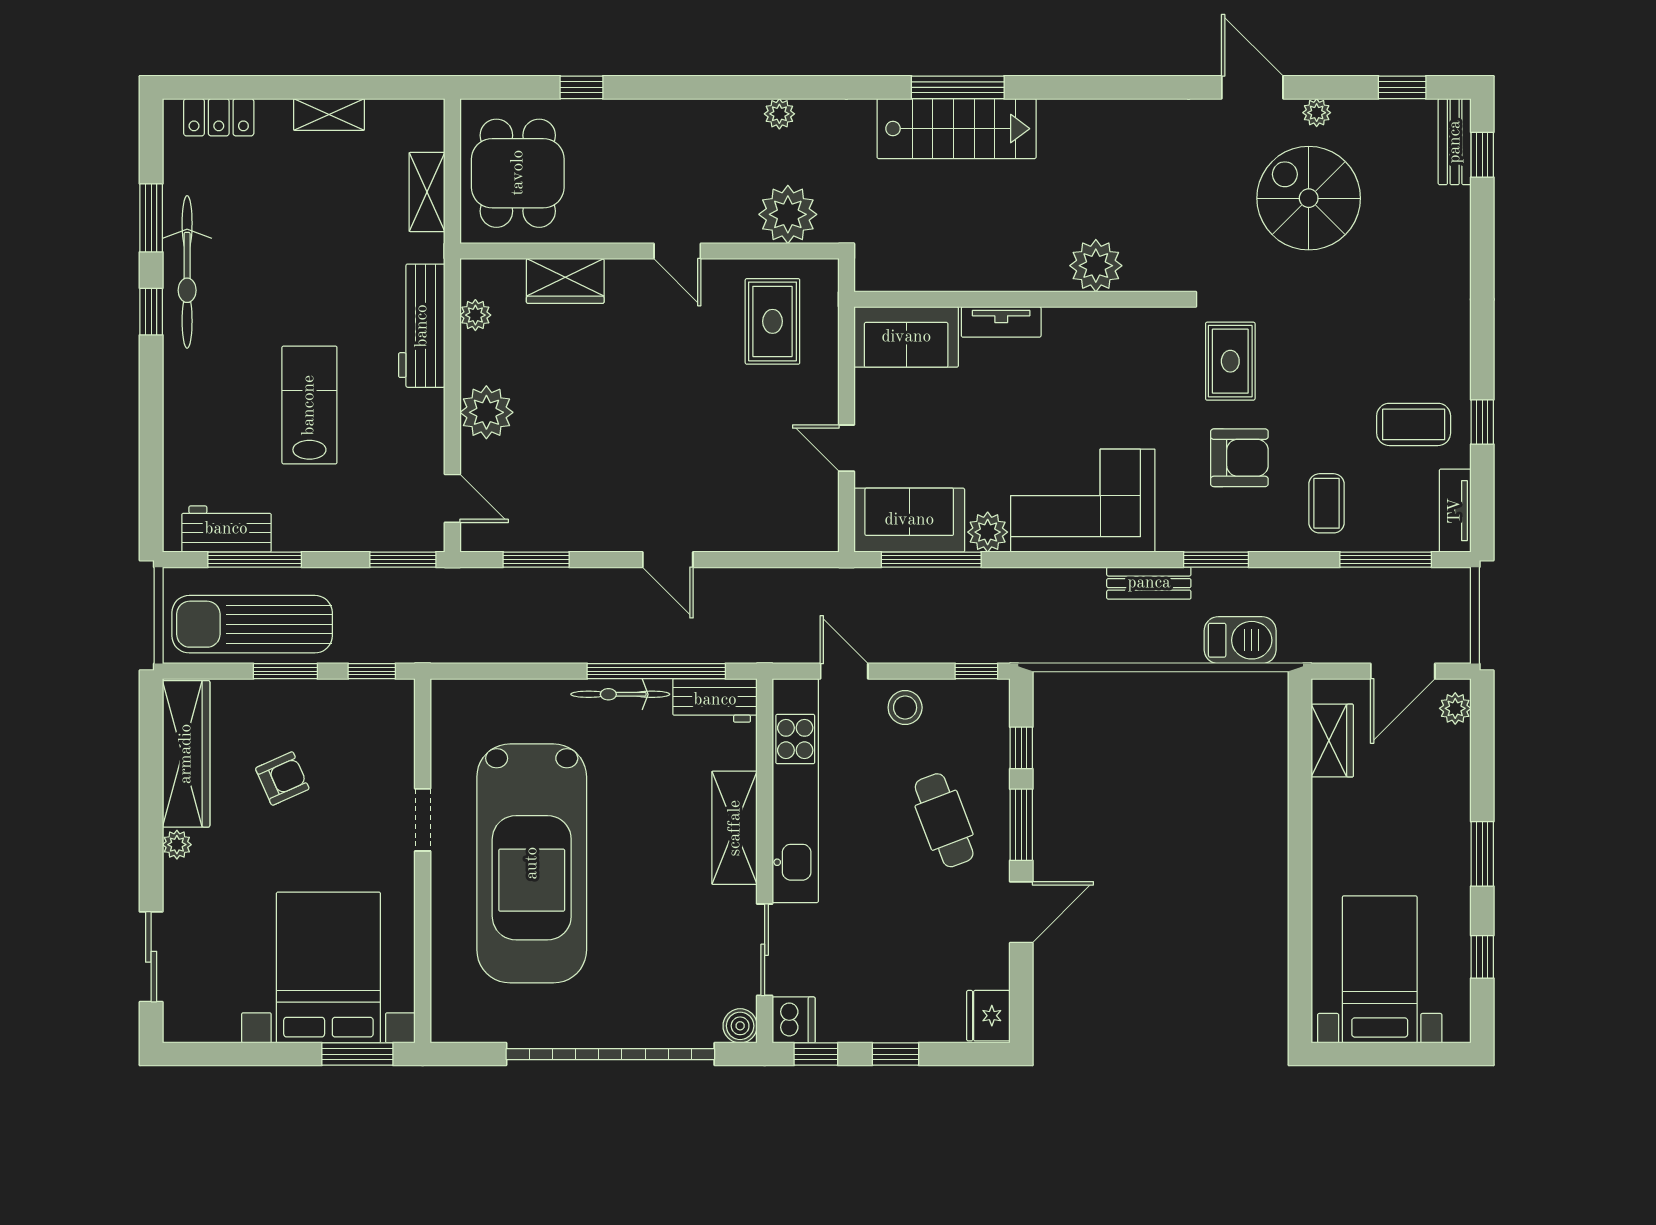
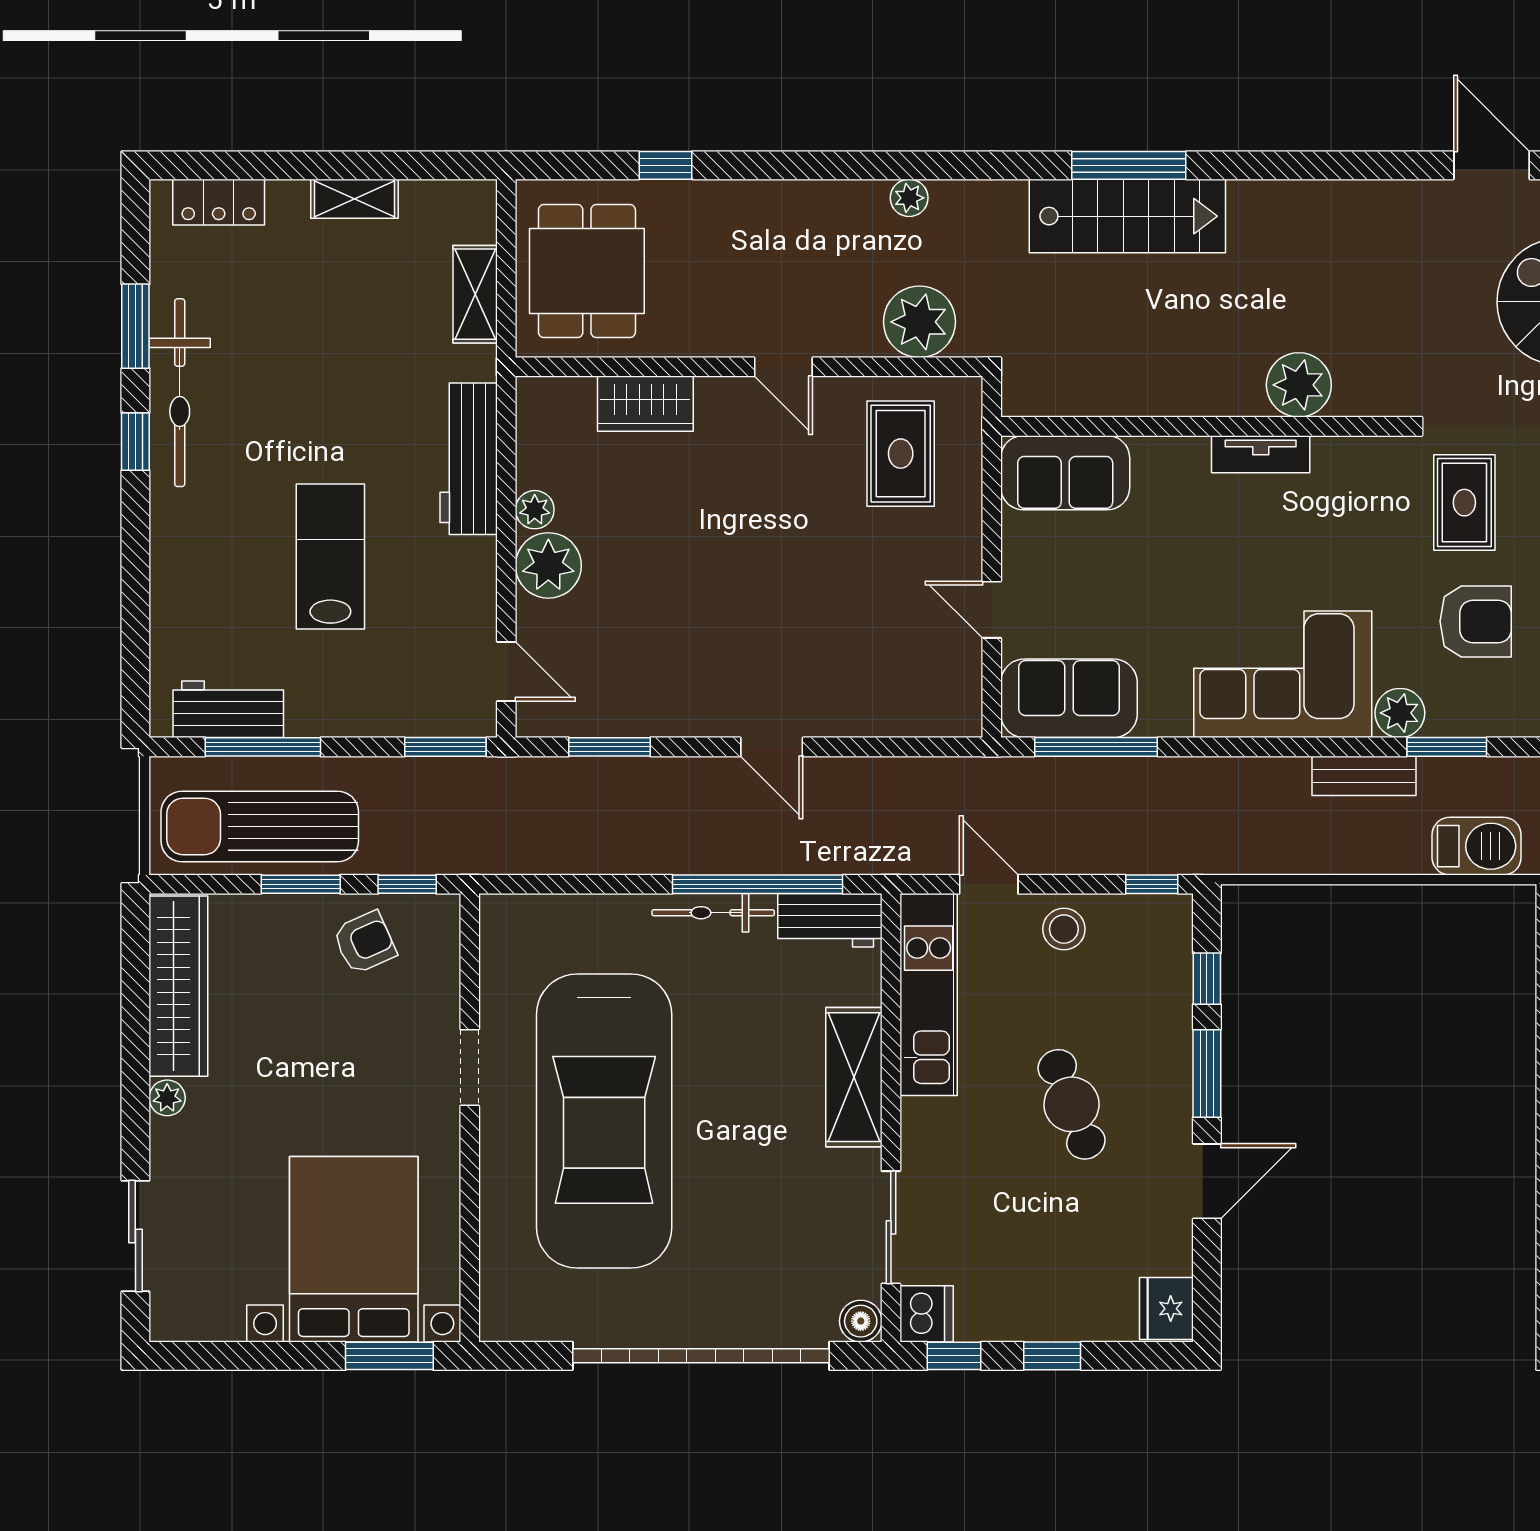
plant: (475, 315) -> (535, 510), moved
tv unit: (1001, 322) -> (1261, 454), moved
plant: (988, 532) -> (1400, 713), moved
armchair: (282, 779) -> (365, 943), moved
kitchen unit: (795, 791) -> (929, 995), width x0.73
cafe table: (944, 820) -> (1072, 1104), moved

